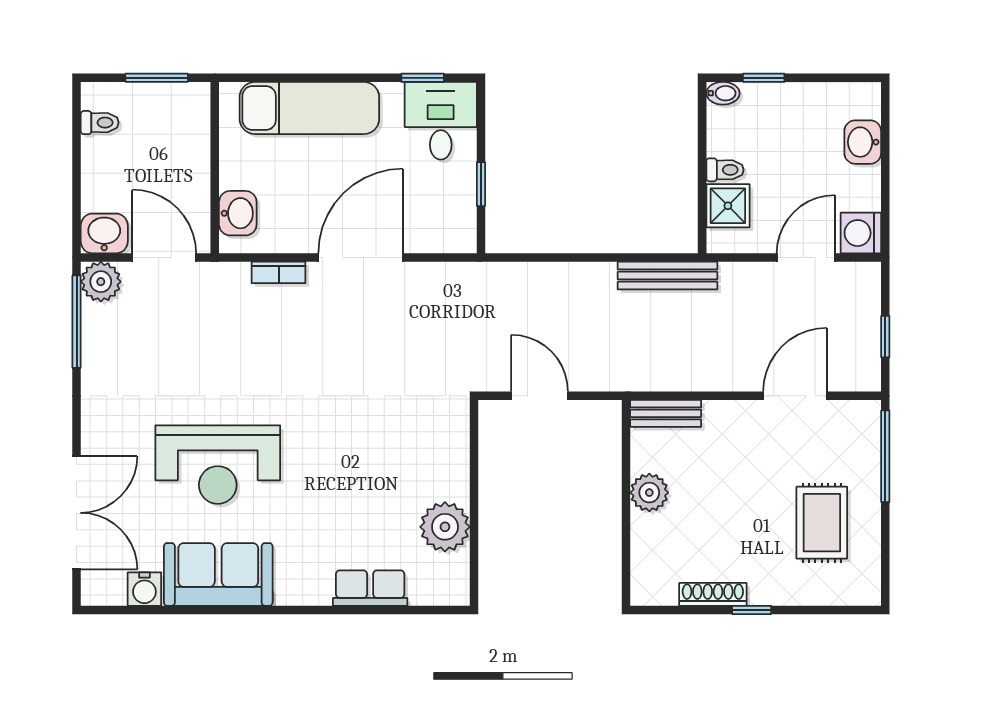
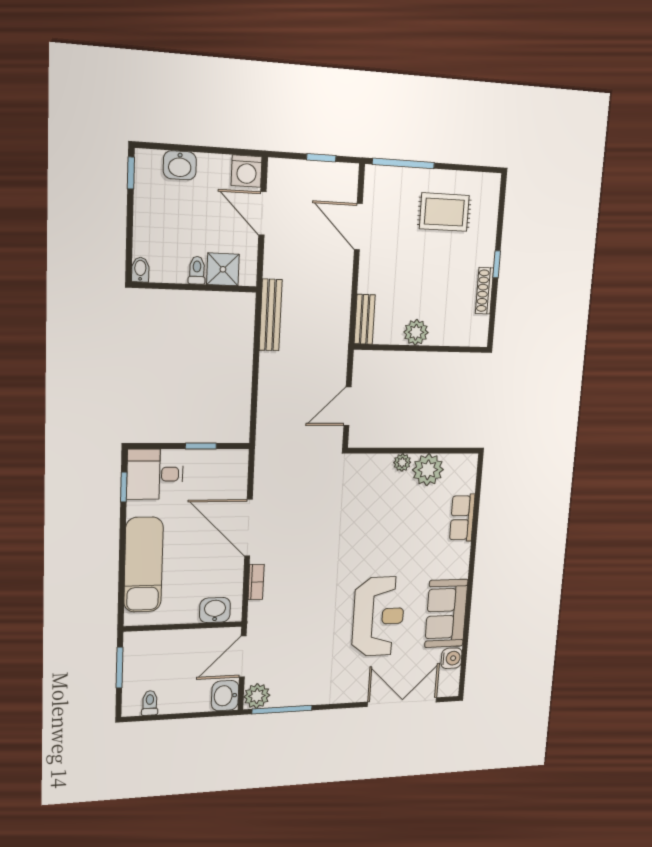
window: (764, 78) -> (131, 173), moved
plant: (456, 485) -> (402, 462), added

